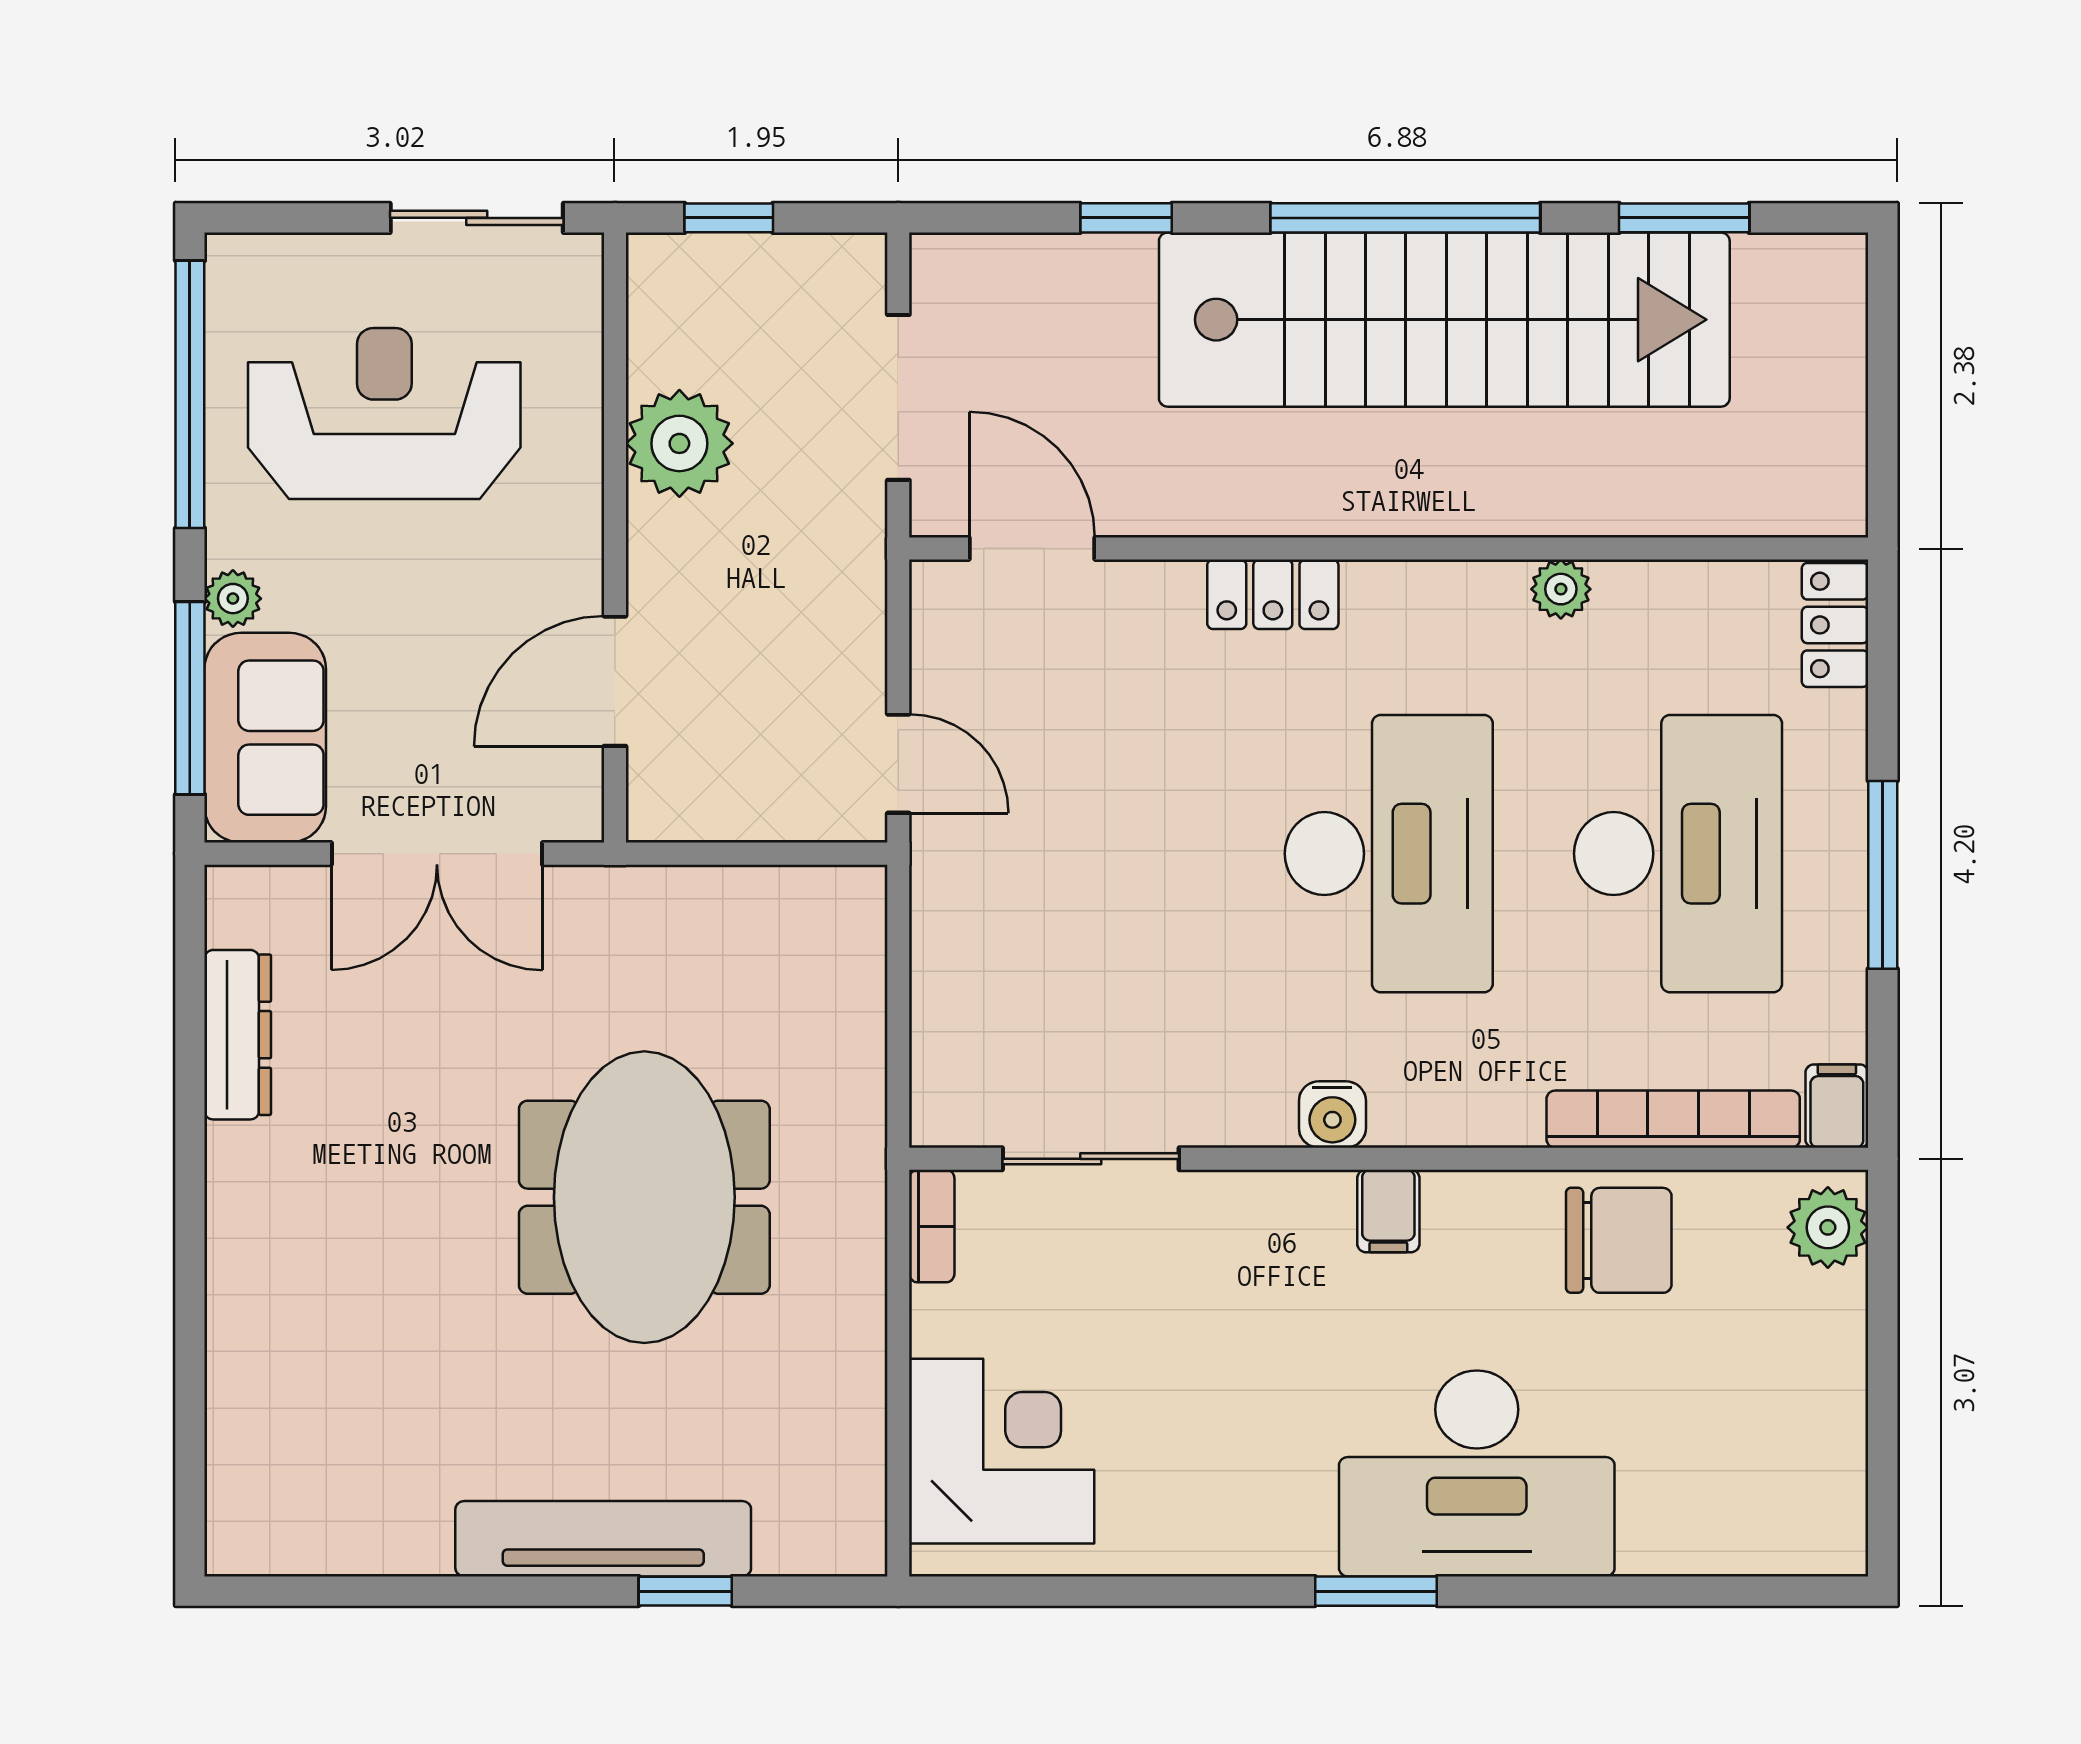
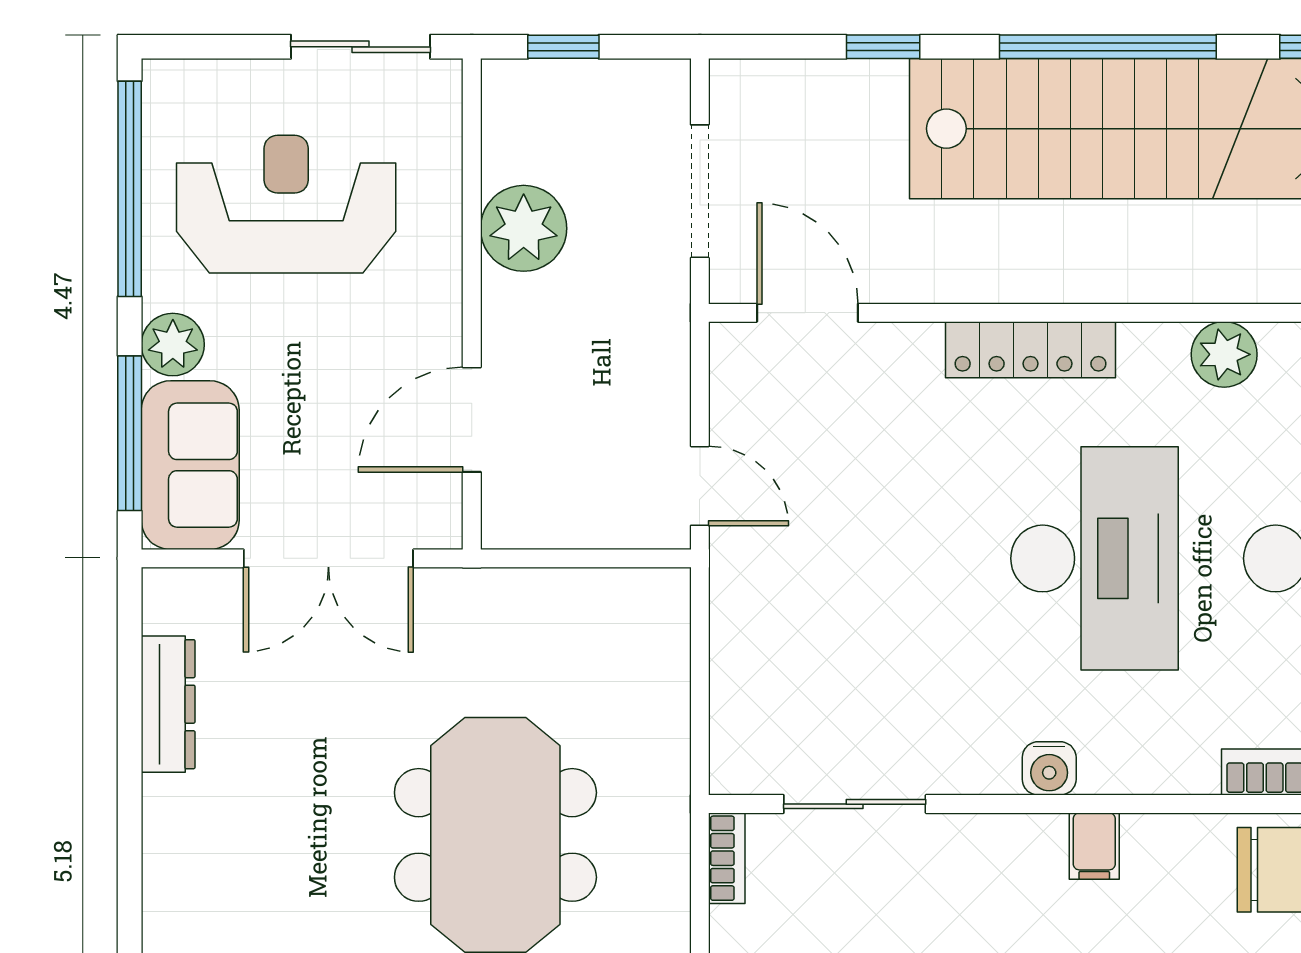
plant: (1561, 589) -> (1224, 354), width x1.38, depth x1.38
locker: (1273, 594) -> (1031, 350), width x1.53
plant: (233, 599) -> (173, 345), width x1.38, depth x1.38

